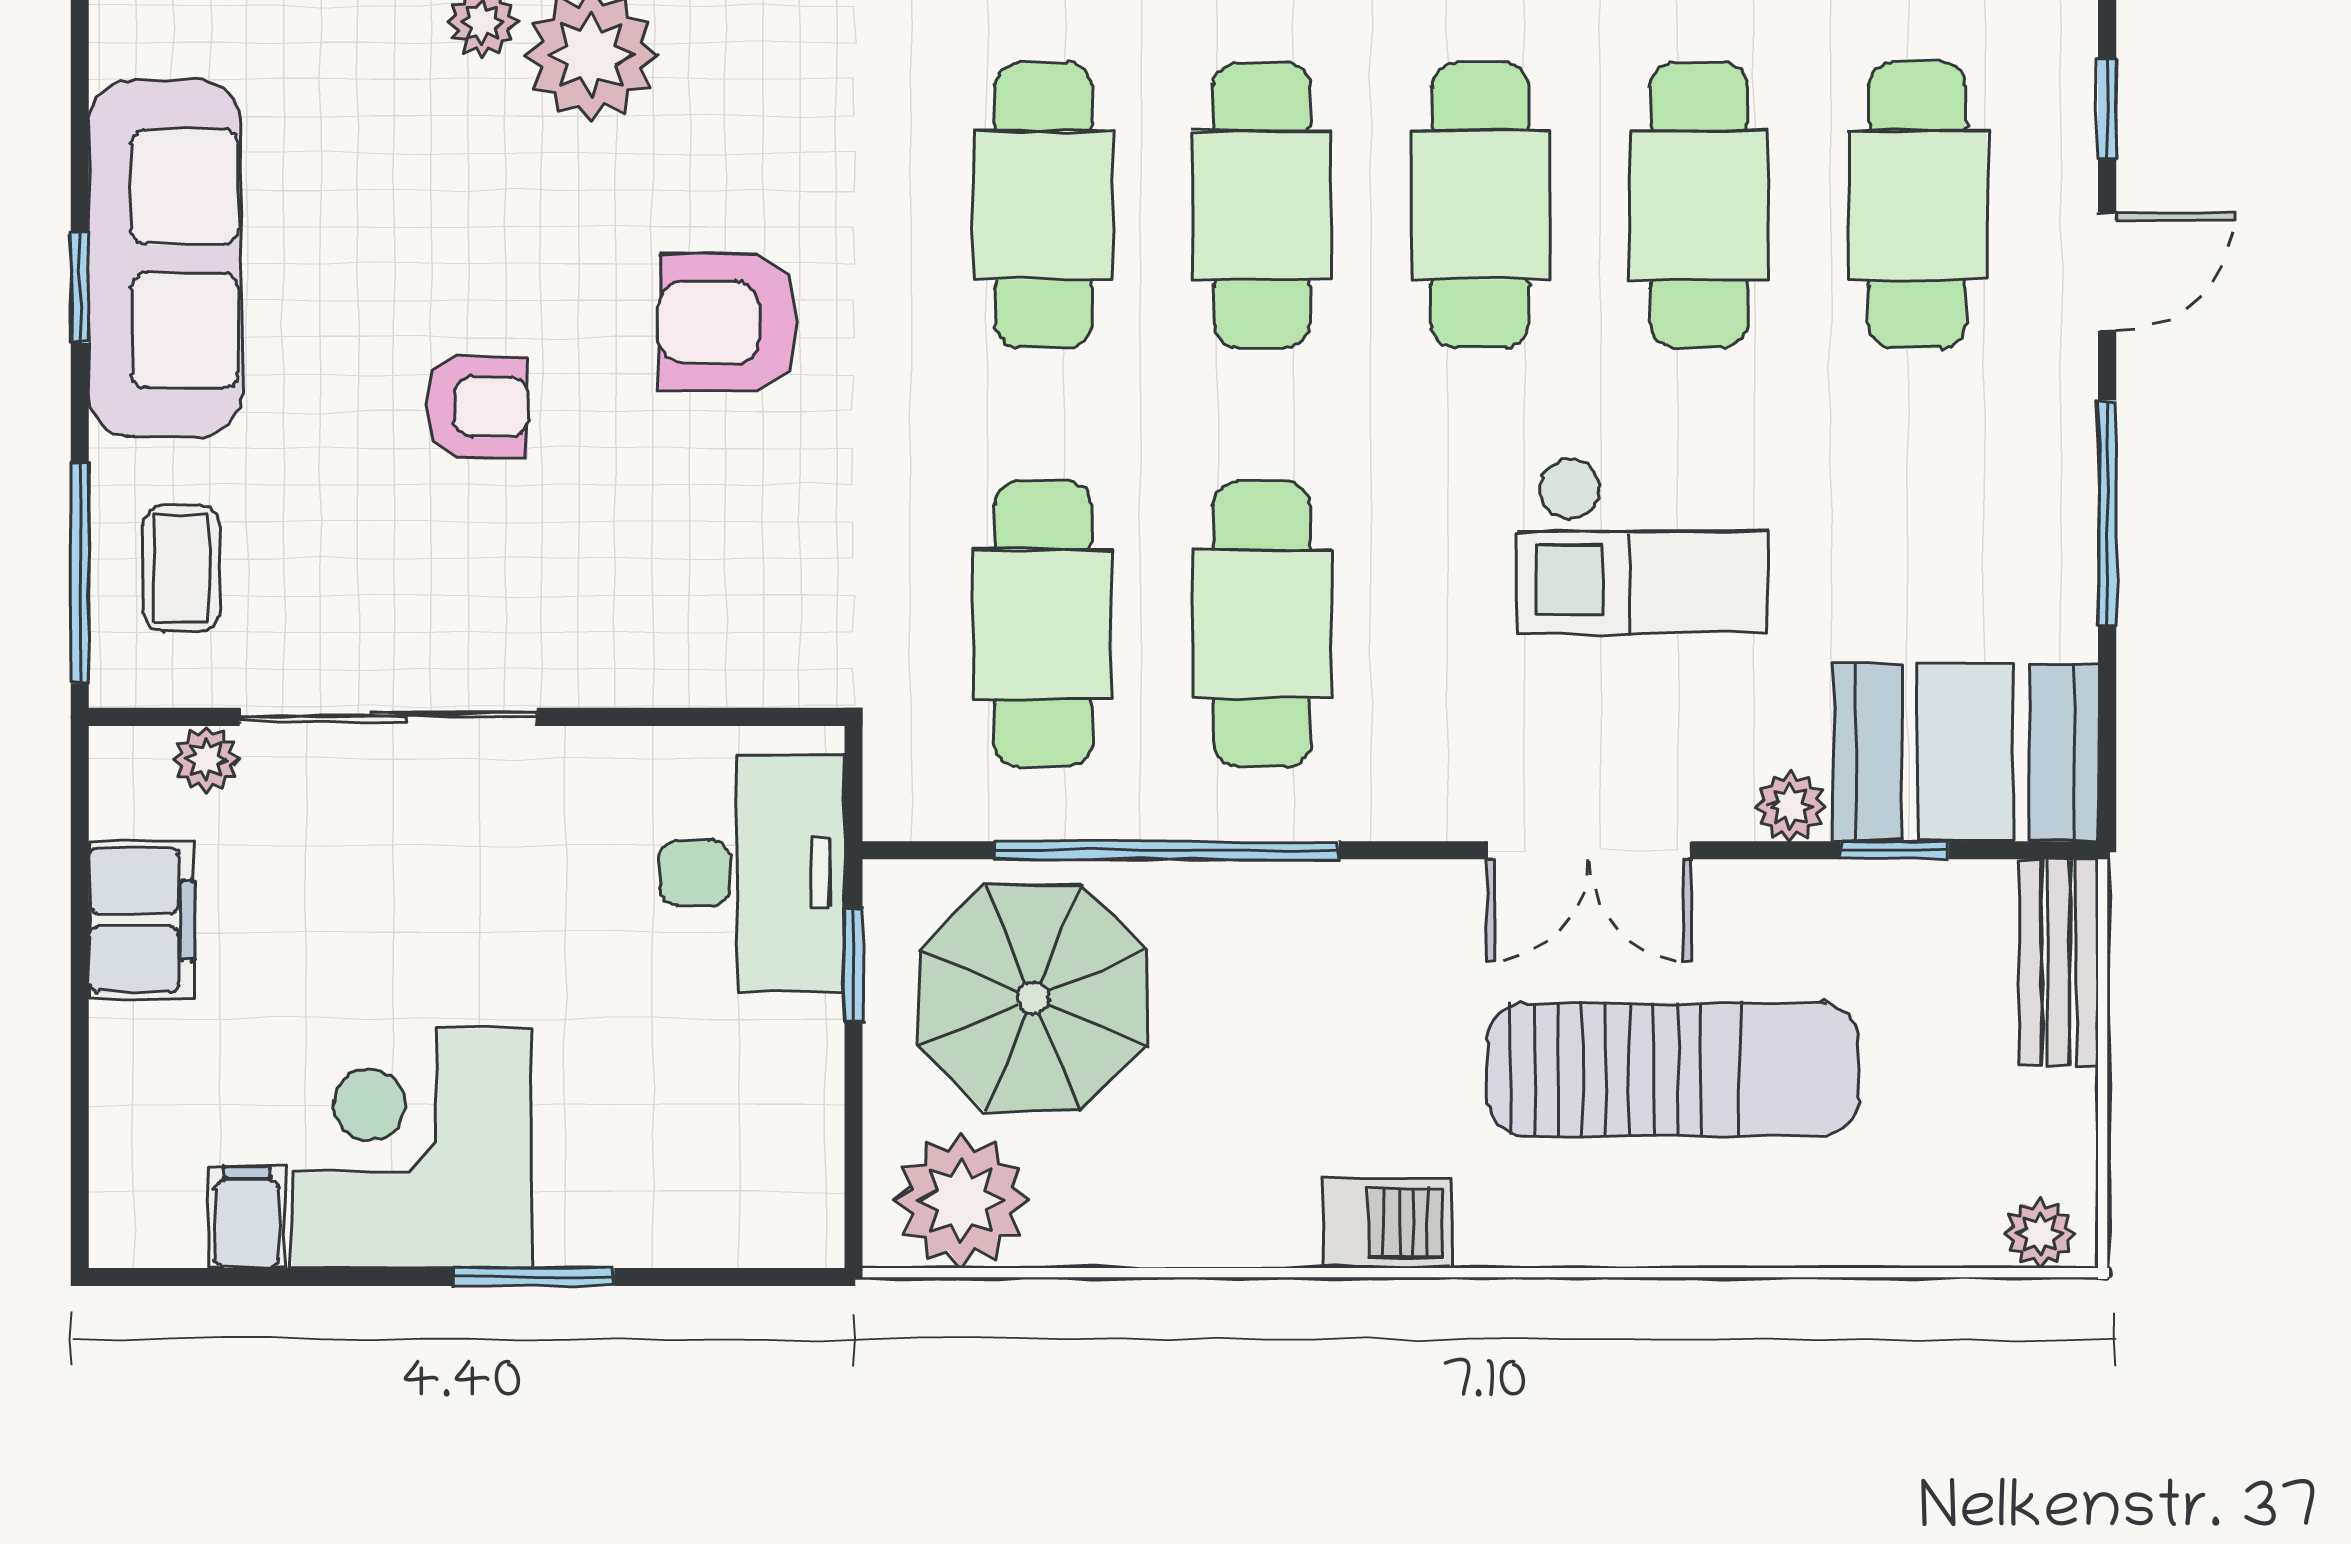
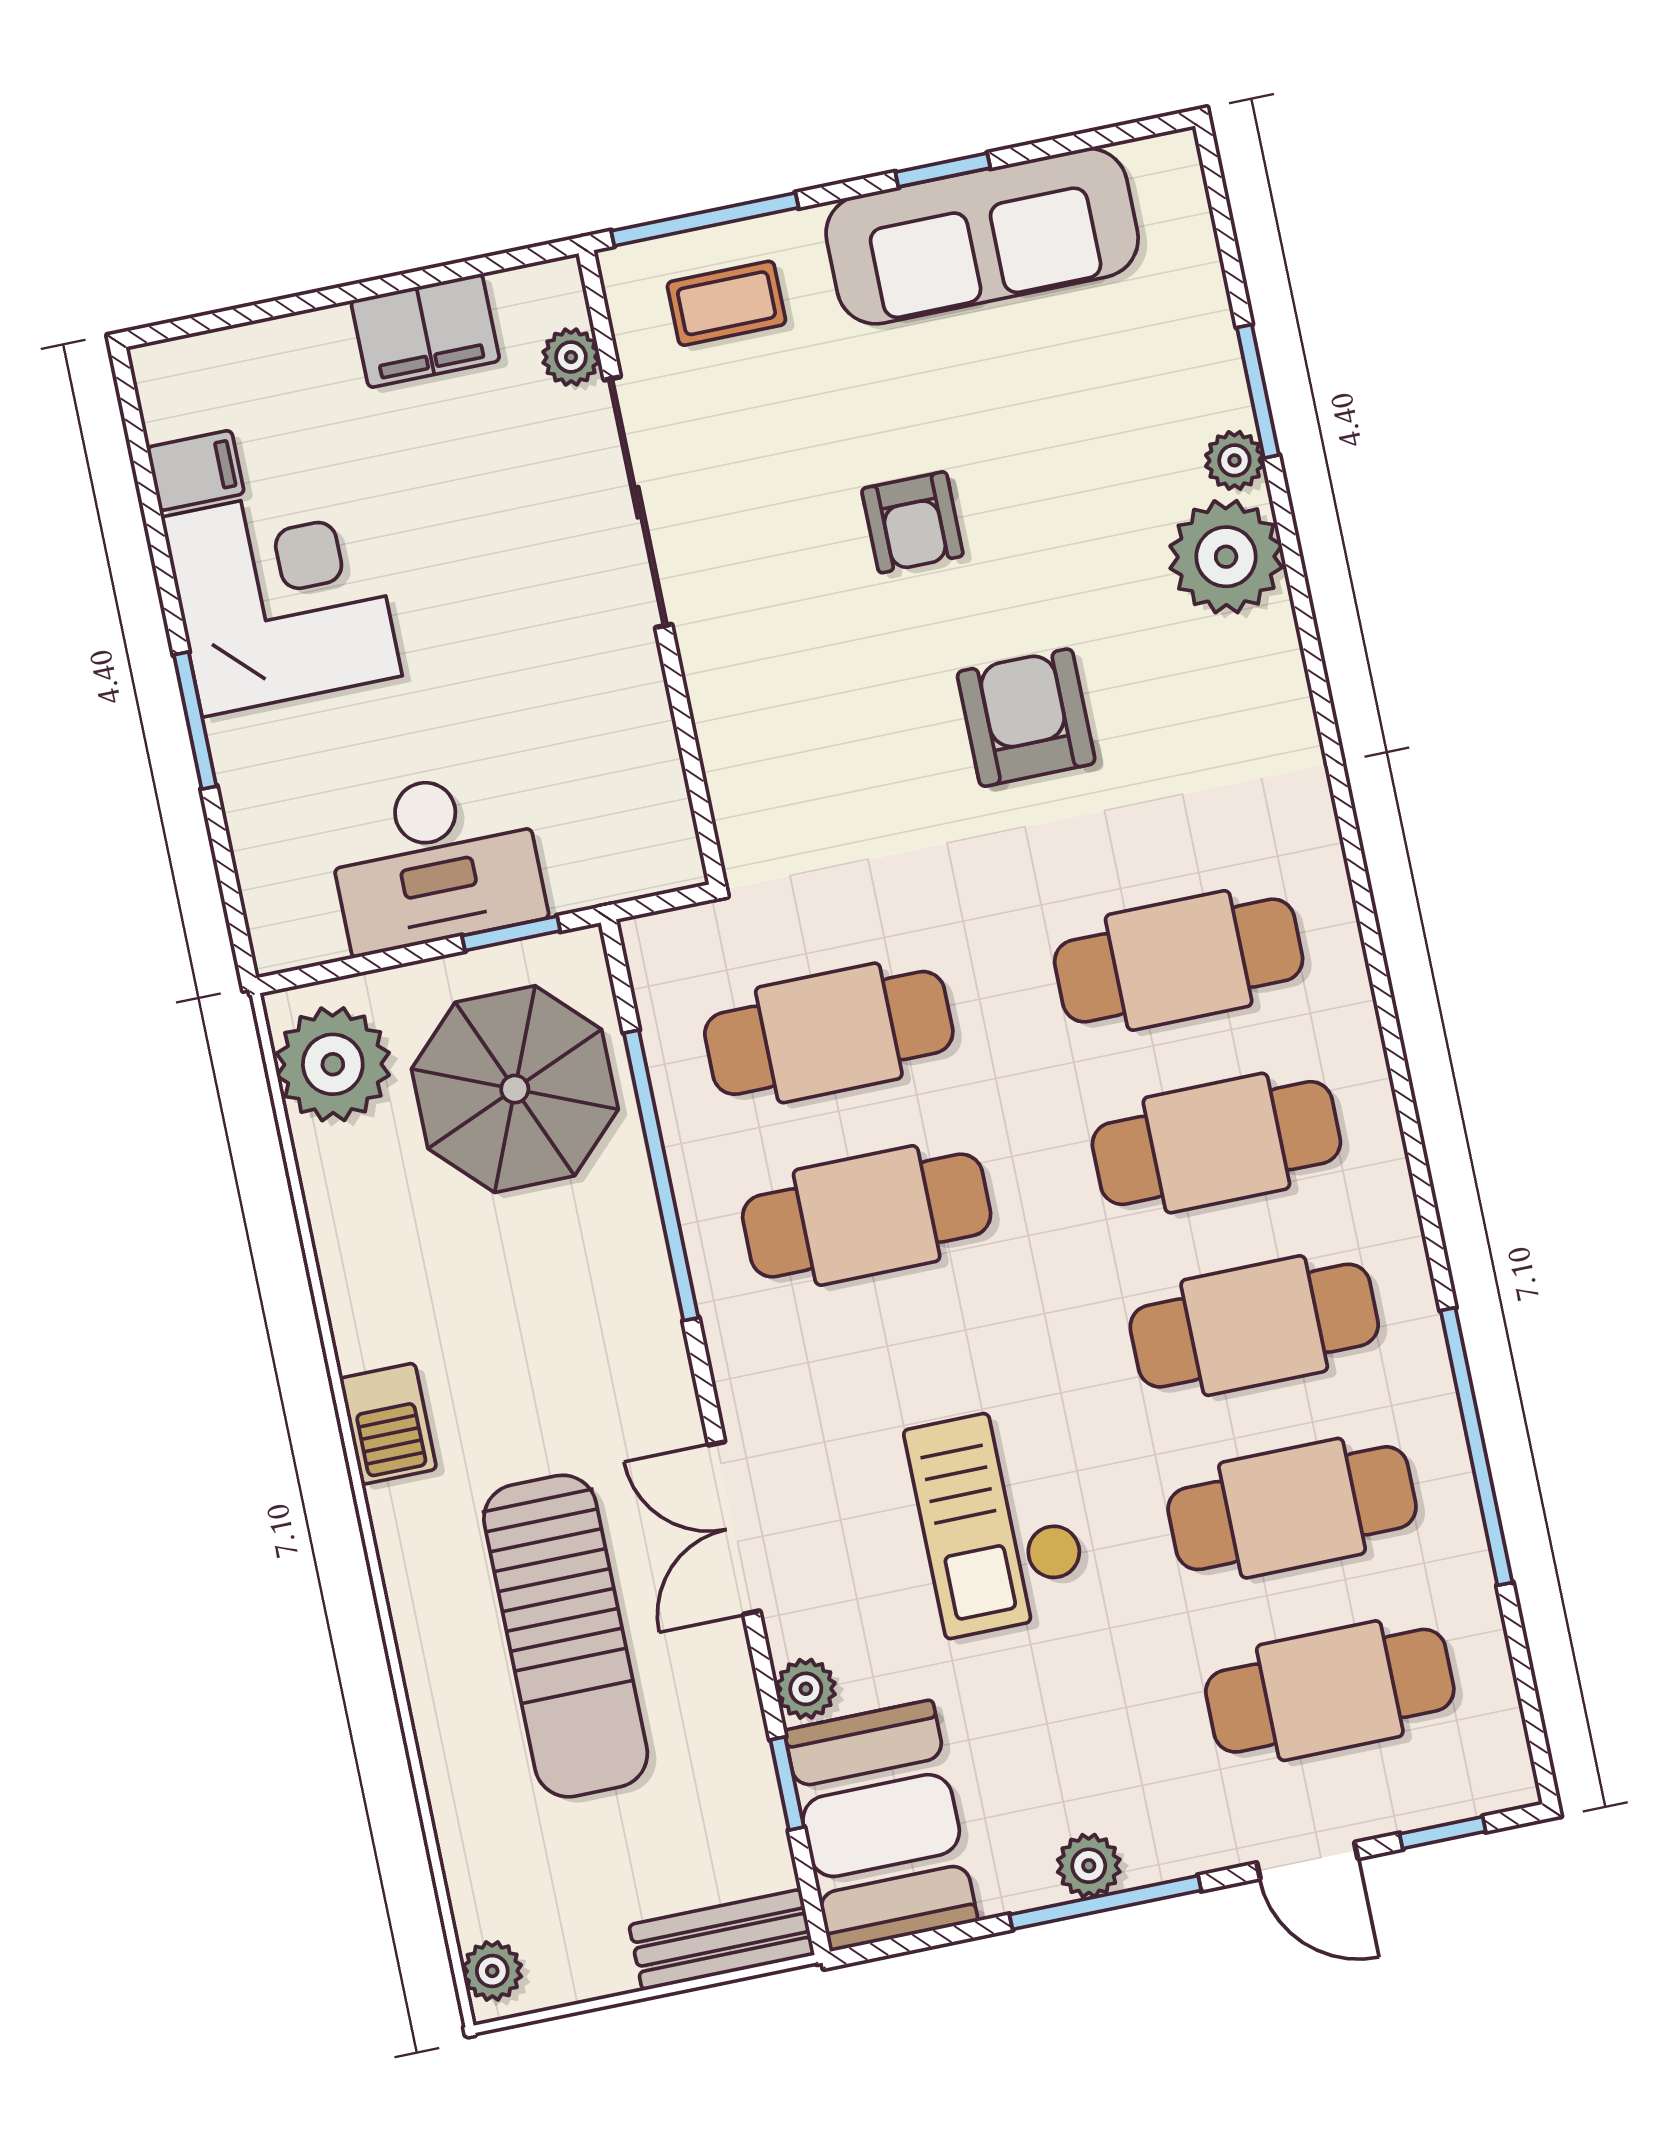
plant: (2061, 524) -> (1089, 1866), added
desk: (752, 873) -> (435, 861), moved

